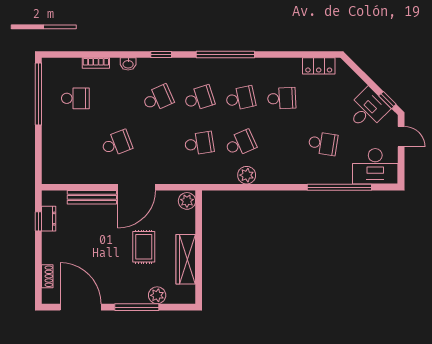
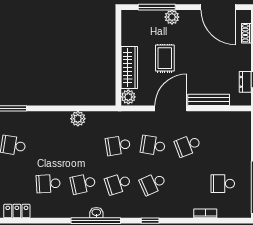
washbasin: (128, 64) -> (96, 213), moved
school desk: (240, 143) -> (153, 145), moved, turned 33
wardrobe: (186, 259) -> (129, 68), moved
plant: (157, 295) -> (172, 17), moved
window: (137, 307) -> (157, 7), moved

